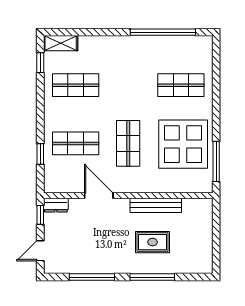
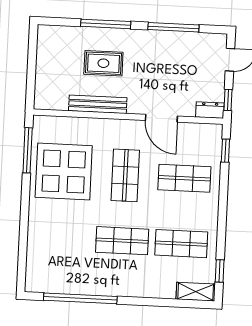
shop shelf: (181, 85) -> (122, 241), moved
window: (40, 154) -> (225, 151), moved

